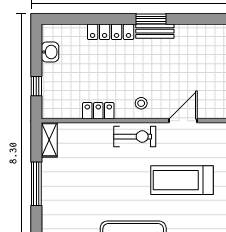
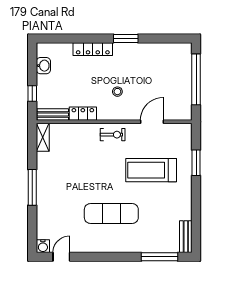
bench: (155, 31) -> (53, 114), moved
stool: (141, 103) -> (117, 92), moved
exercise bike: (135, 137) -> (113, 135), width x0.73, depth x0.72
window: (36, 184) -> (32, 187), moved

